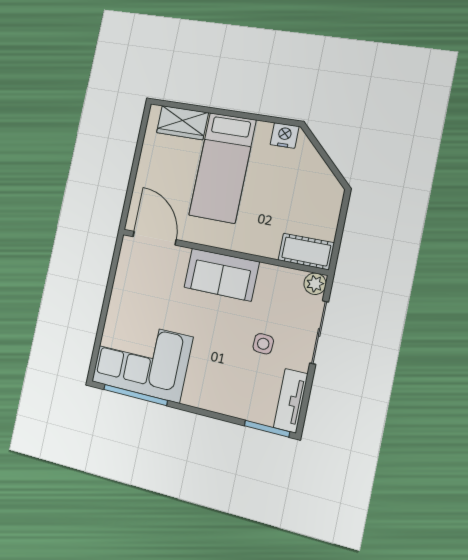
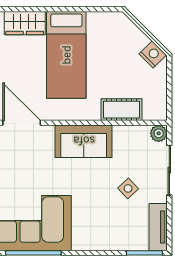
nightstand: (285, 135) -> (153, 54), moved, turned 45
cot: (306, 251) -> (121, 110), moved
side table: (263, 344) -> (128, 188), turned 45

